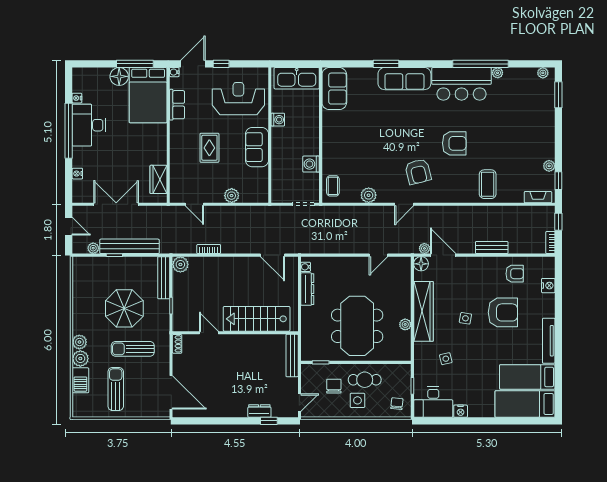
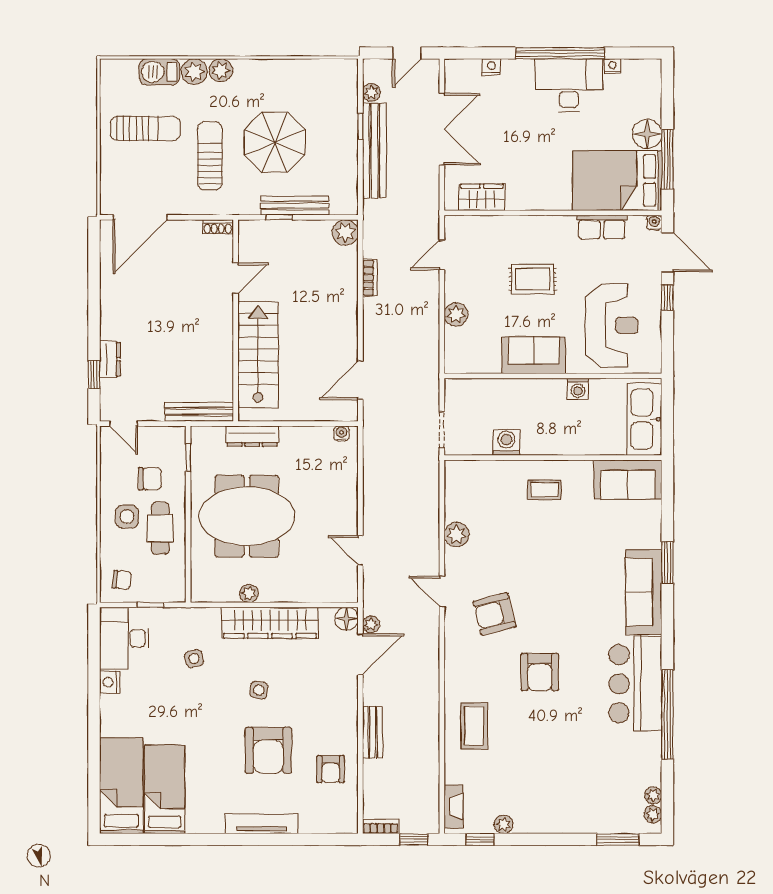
plant: (498, 73) -> (653, 795), moved
coffee table: (488, 184) -> (474, 726), turned 90
coffee table: (333, 186) -> (545, 490), moved
bench: (164, 278) -> (295, 206), moved
nightstand: (548, 286) -> (311, 823), removed
dresser: (307, 289) -> (252, 436), moved
tv unit: (549, 341) -> (262, 824), moved

